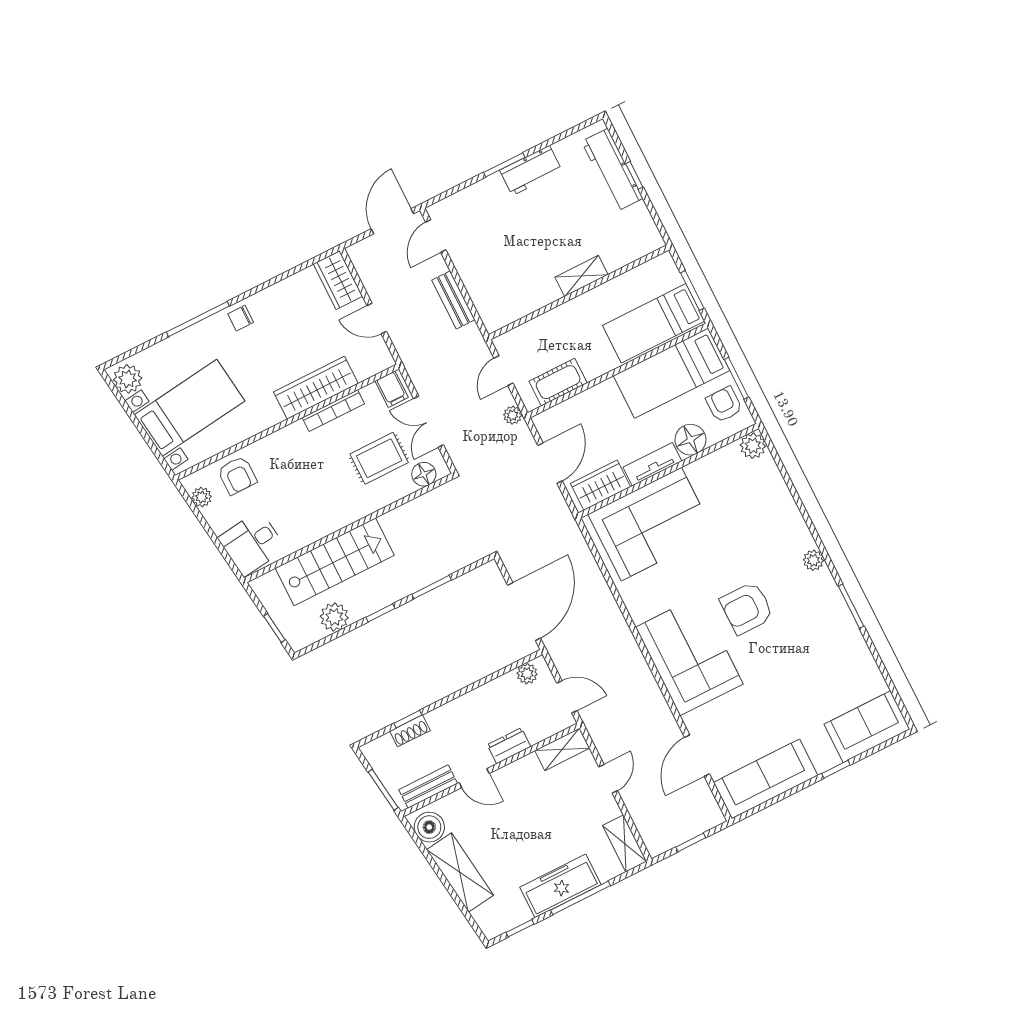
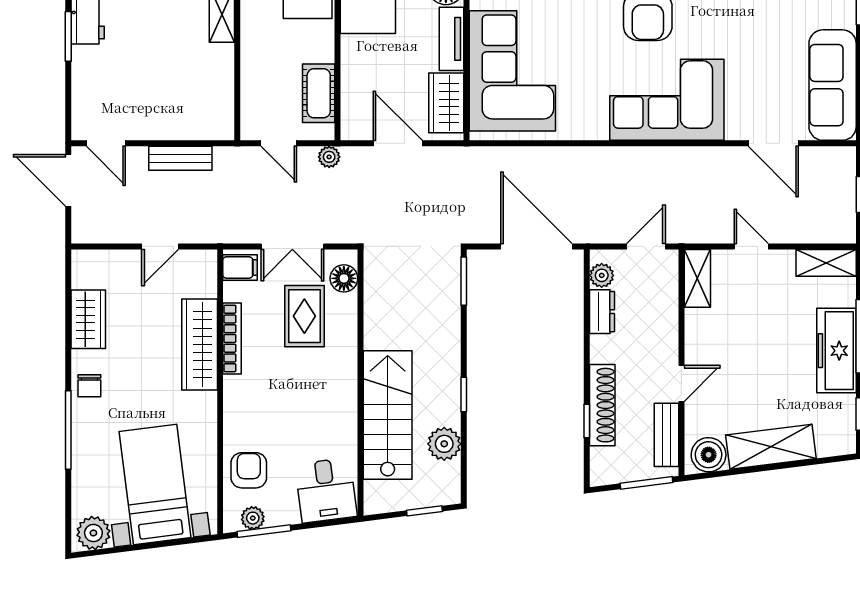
wardrobe: (338, 280) -> (88, 319), moved, turned -90
armchair: (237, 475) -> (249, 470), turned -90
window: (196, 511) -> (264, 531), added
window: (432, 587) -> (464, 281), moved
shoe rack: (410, 731) -> (602, 405), width x1.94, depth x1.24
dresser: (509, 746) -> (602, 312), moved, turned 180

